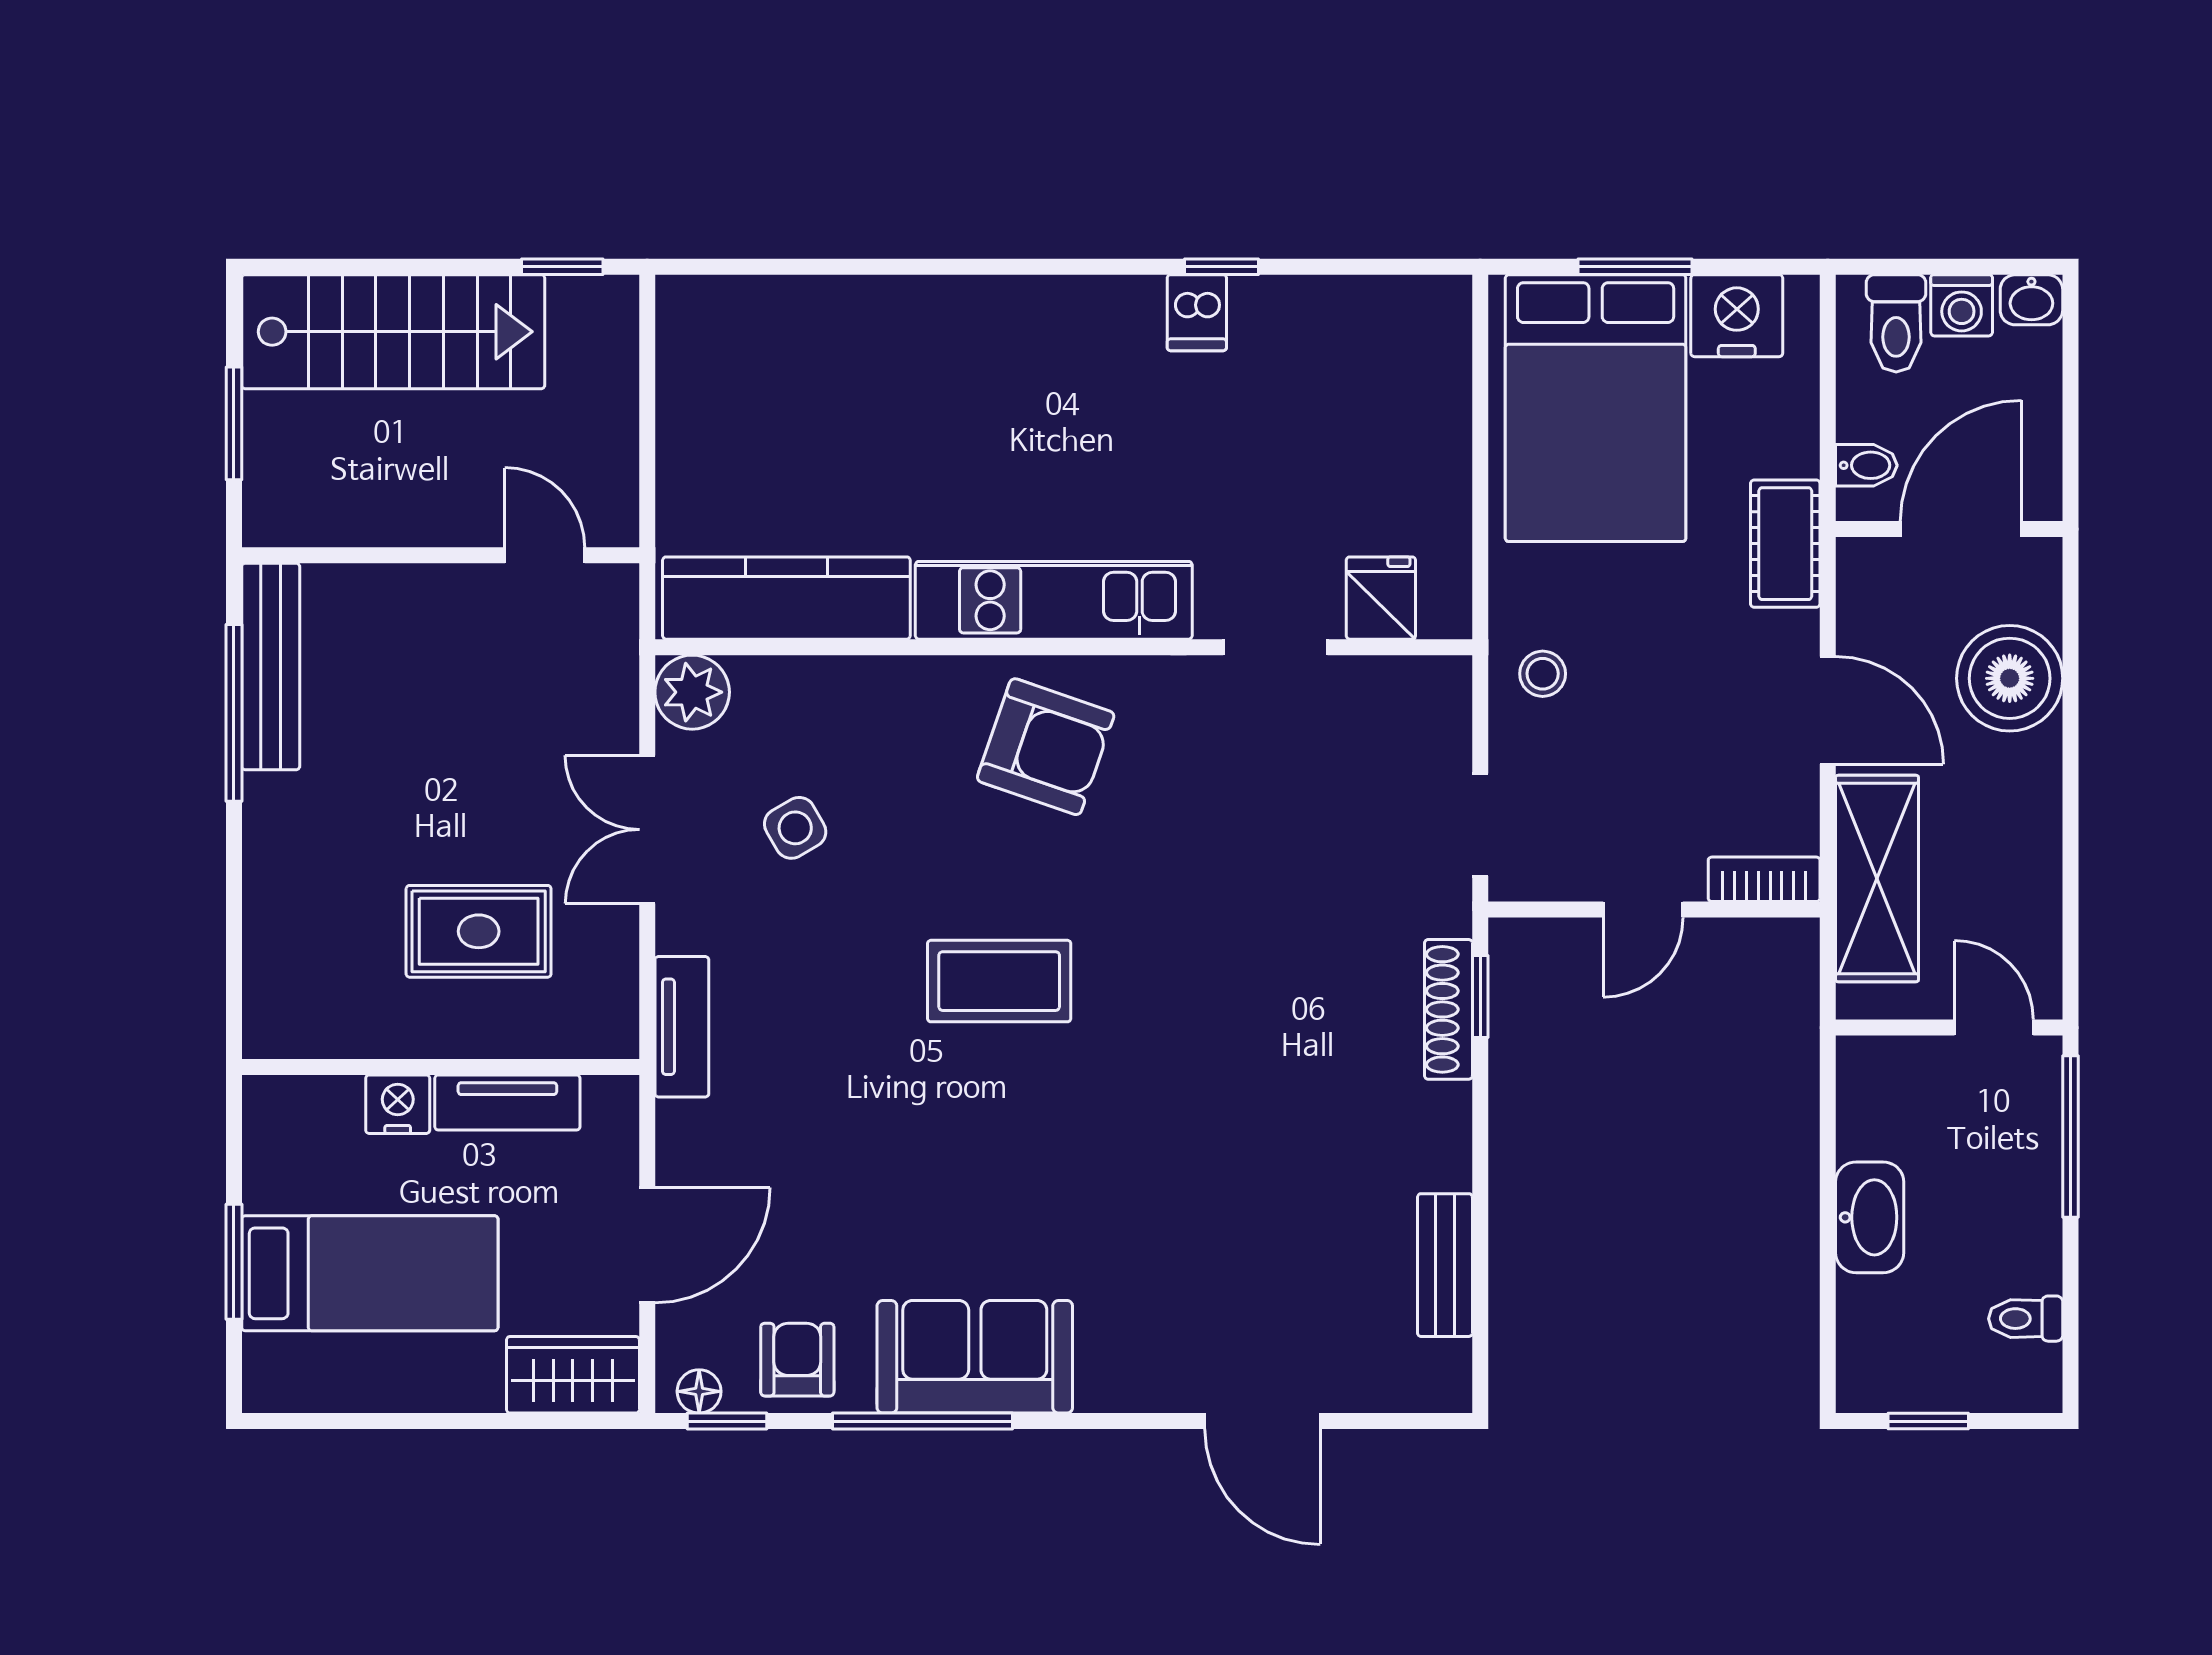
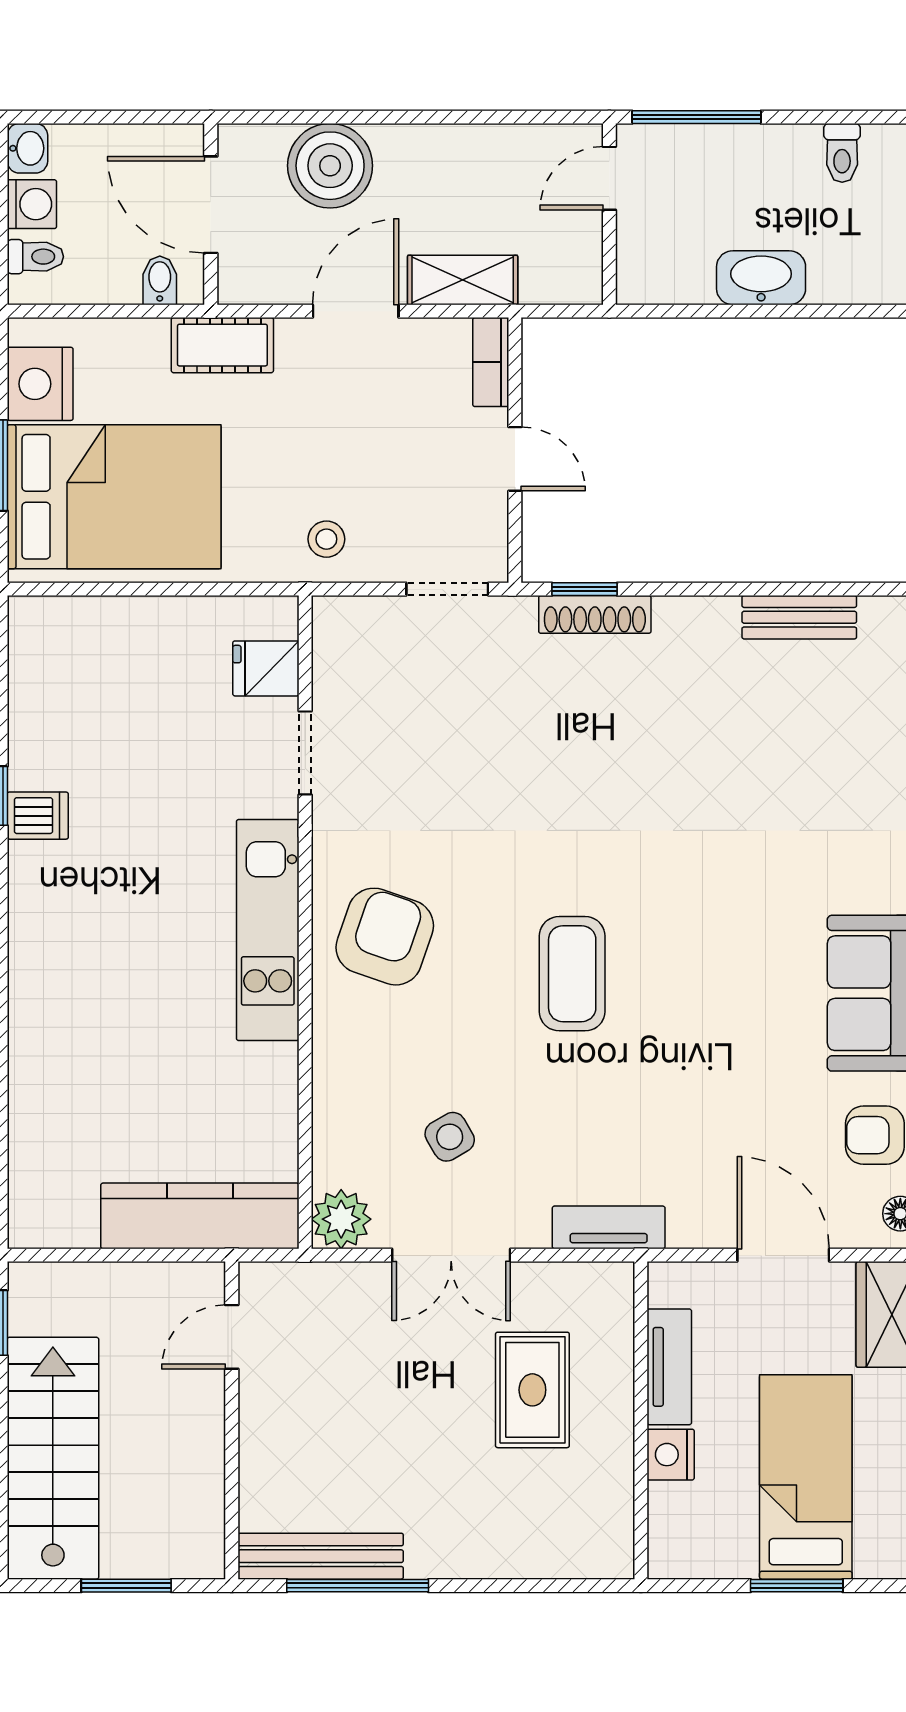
toilet: (1896, 323) -> (35, 257), width x0.73, depth x0.72
kitchen counter: (786, 598) -> (200, 1216), moved, turned 90
shelving: (1877, 879) -> (463, 280), width x0.67, depth x0.75

